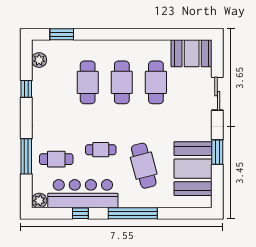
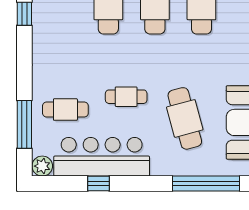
window: (26, 156) -> (24, 124), moved
window: (133, 213) -> (206, 184), moved

